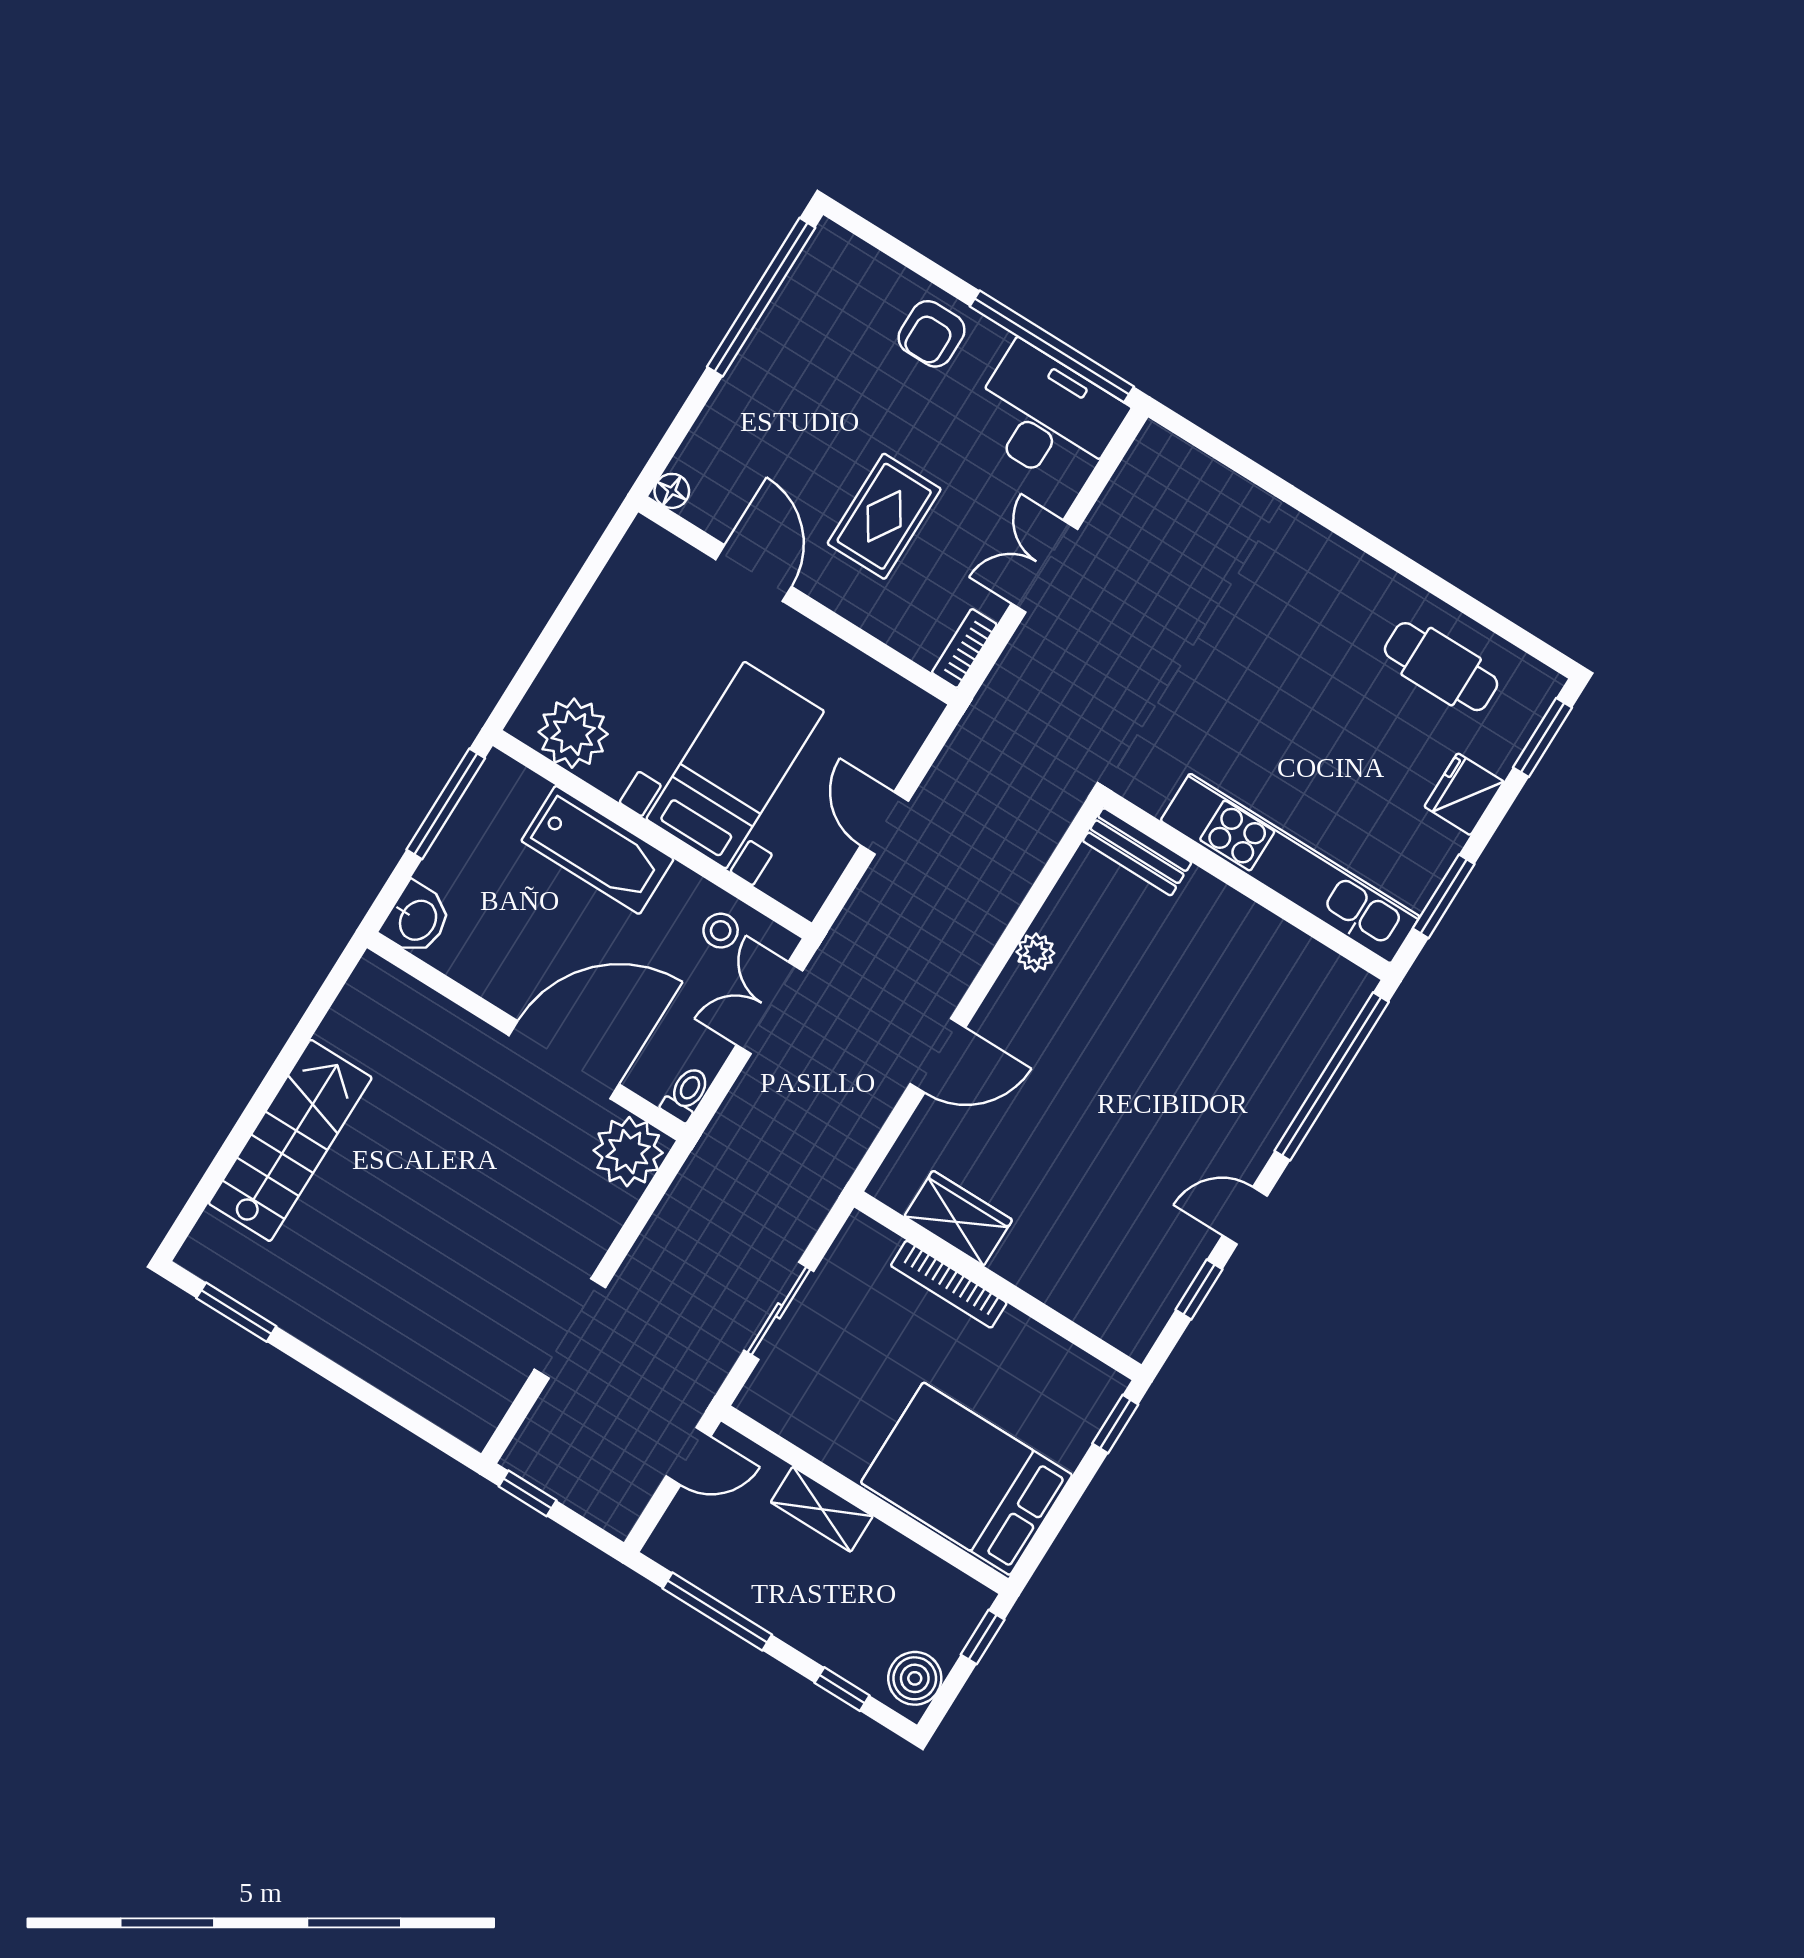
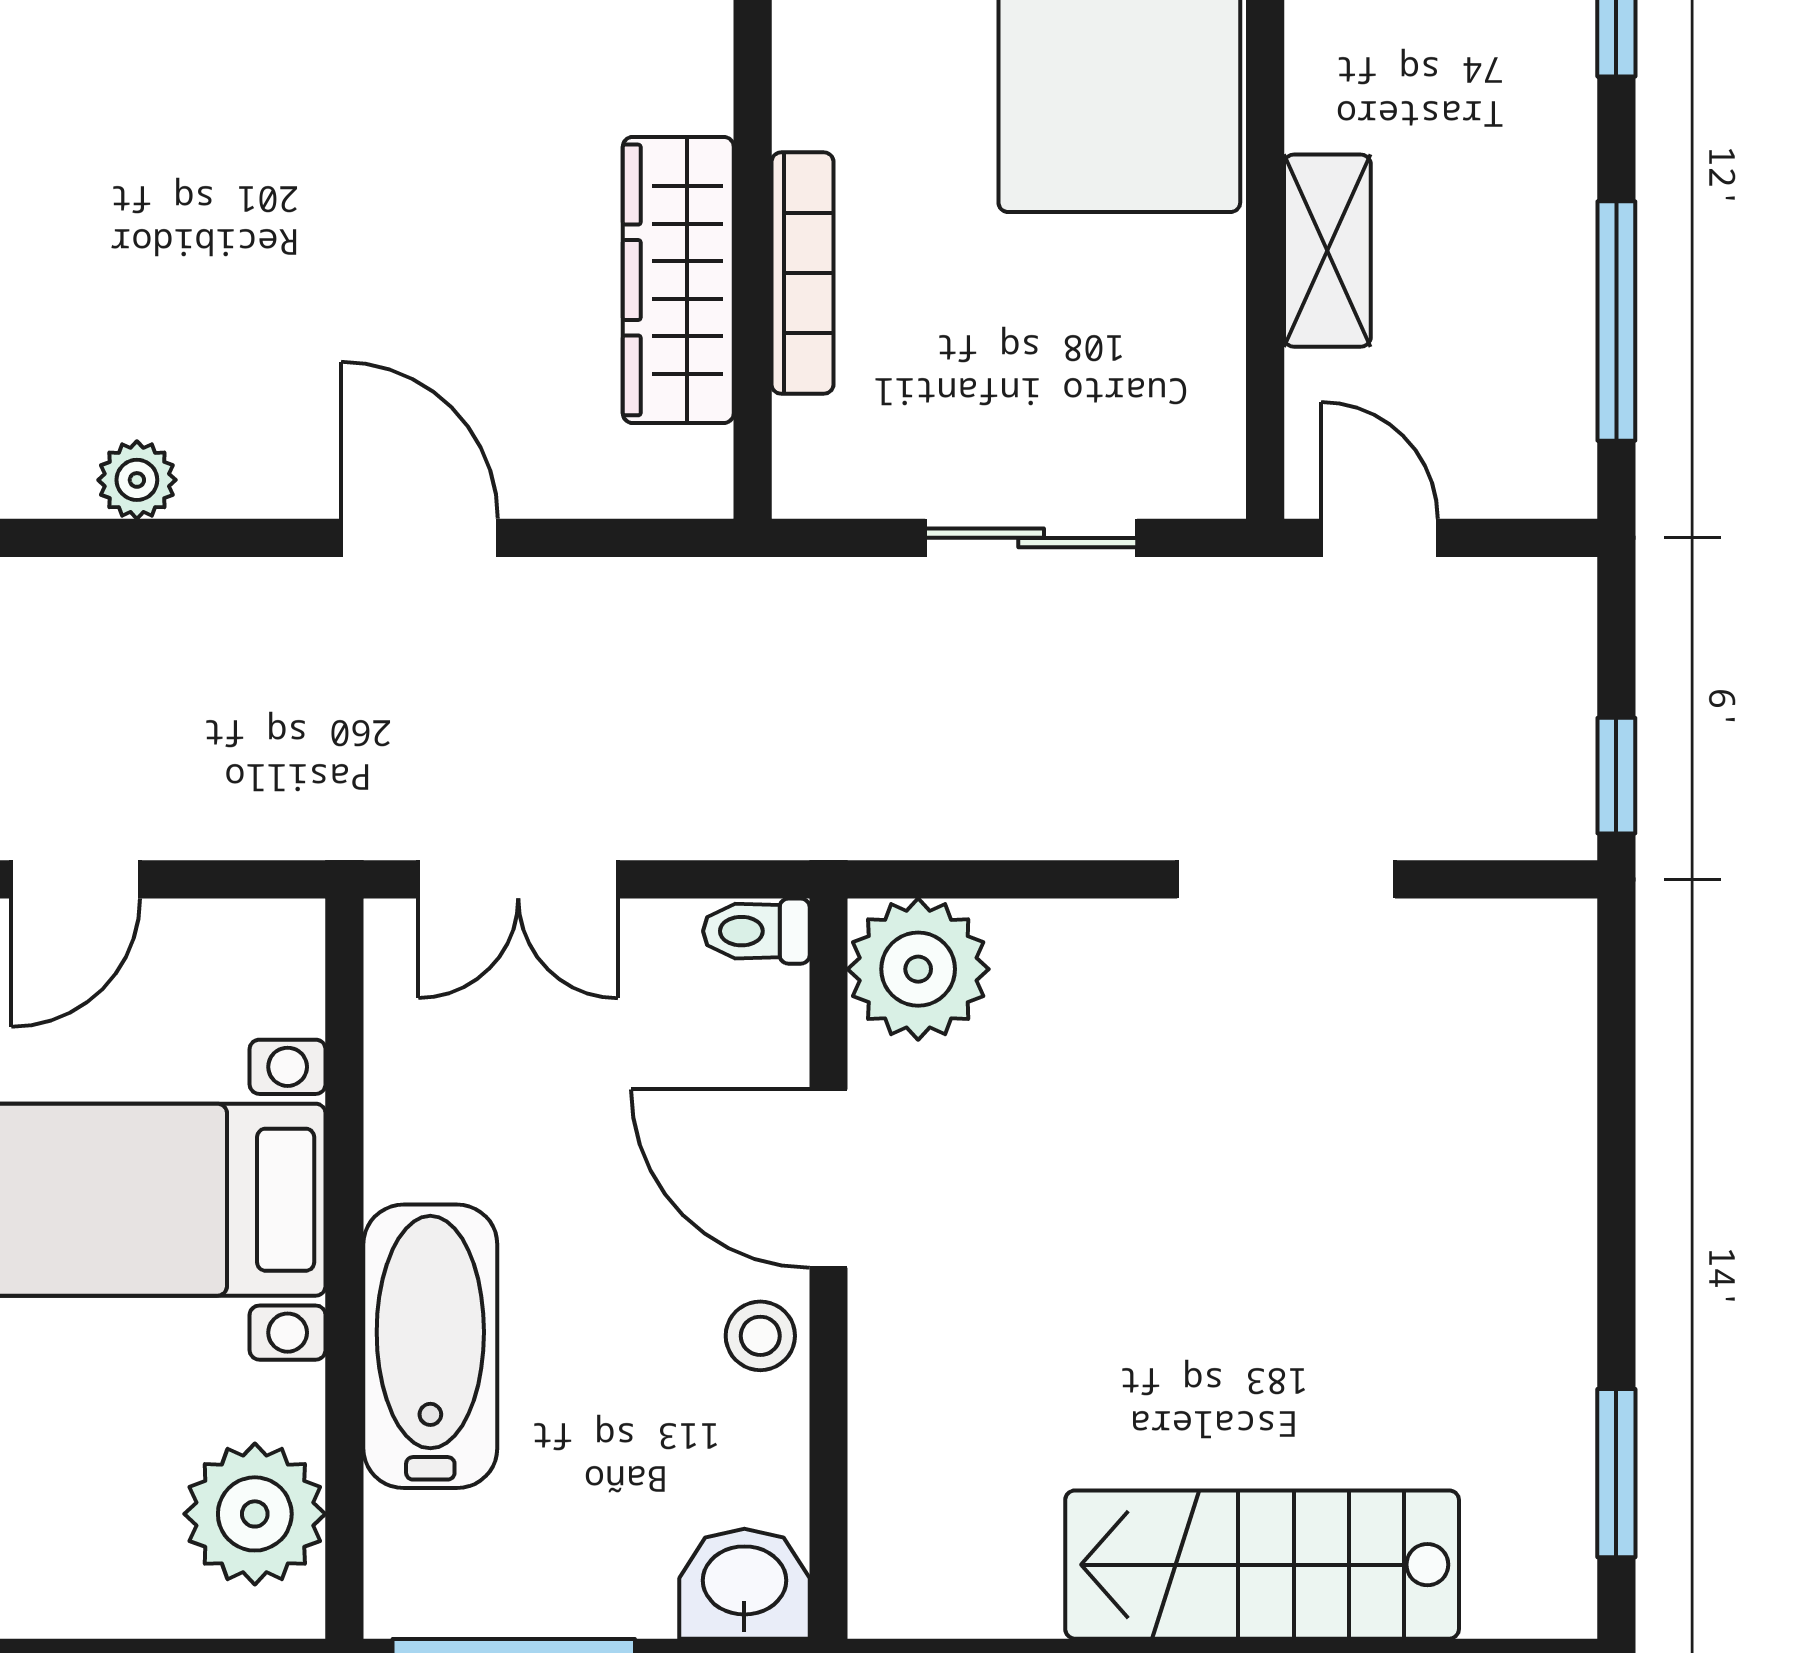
stool: (721, 931) -> (760, 1336), moved
door: (564, 1060) -> (829, 1179), width x0.73
wardrobe: (958, 1218) -> (678, 280), width x1.50

